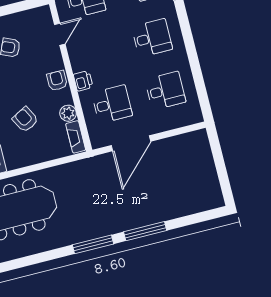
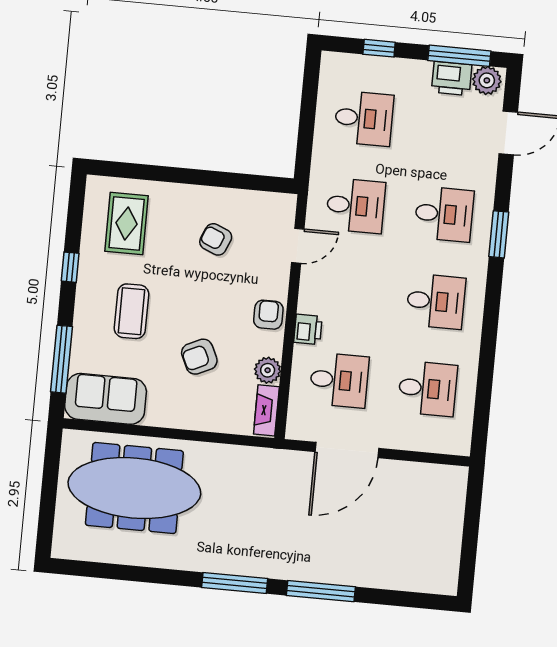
armchair: (25, 119) -> (199, 357), turned -87

